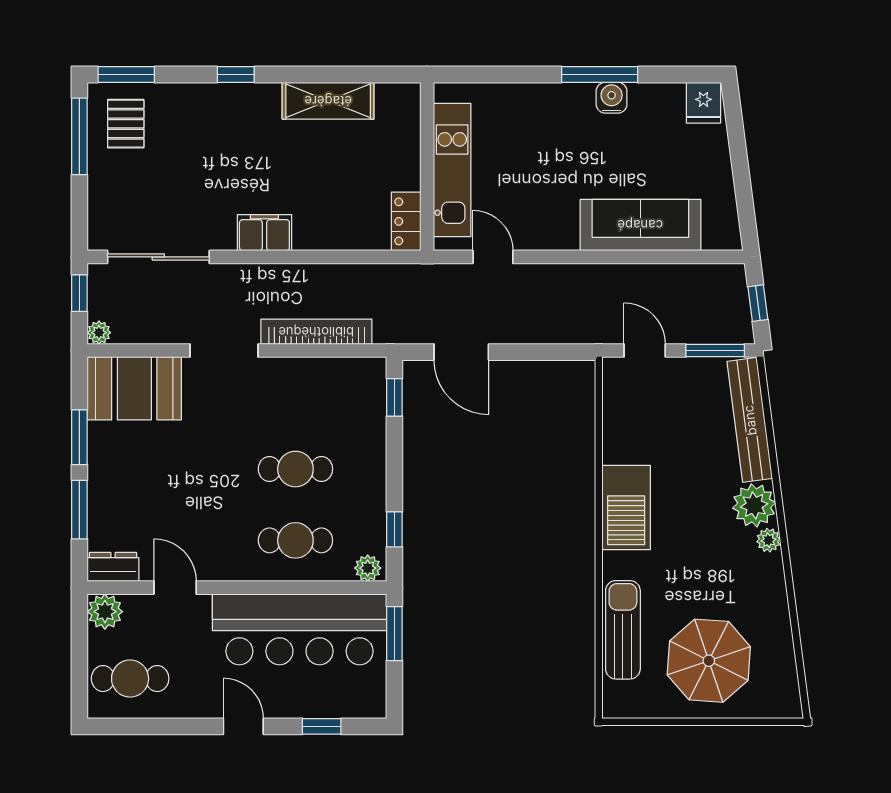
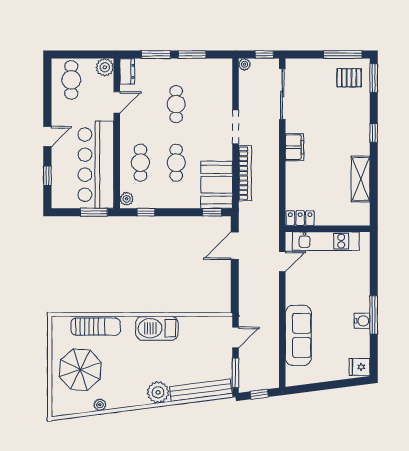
booth: (134, 388) -> (217, 185), moved
cafe table: (178, 469) -> (176, 104), added
plant: (768, 540) -> (100, 405), moved

